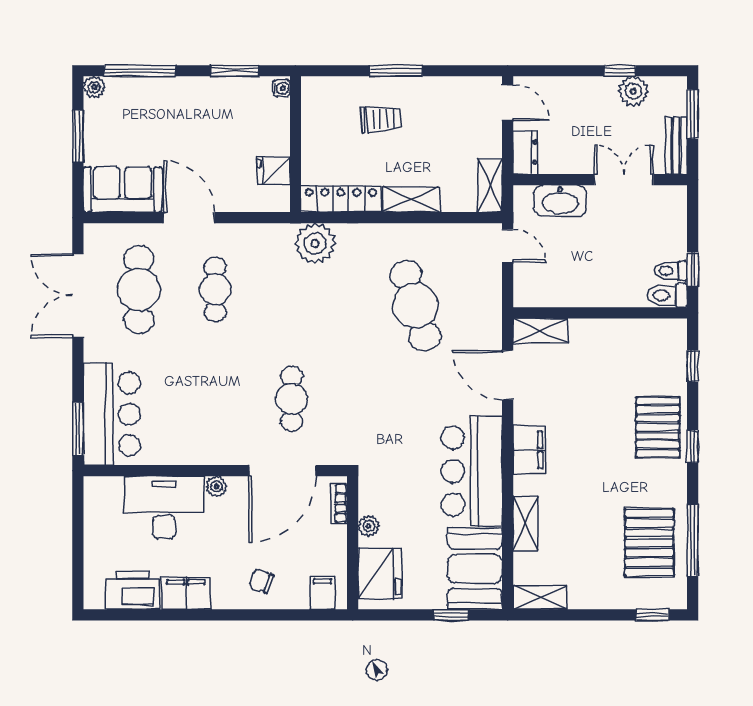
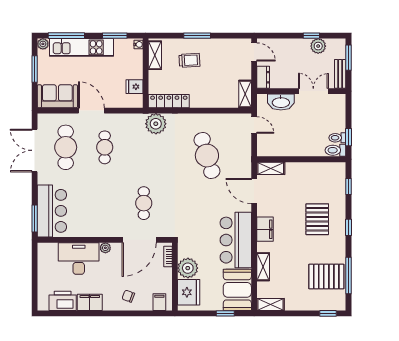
kitchen unit: (170, 94) -> (81, 47), added
shelving: (411, 199) -> (155, 55), moved, turned 90
pallet: (658, 427) -> (317, 219), moved
plant: (369, 526) -> (188, 268), width x1.88, depth x1.88
pallet: (649, 543) -> (326, 277), turned 90

